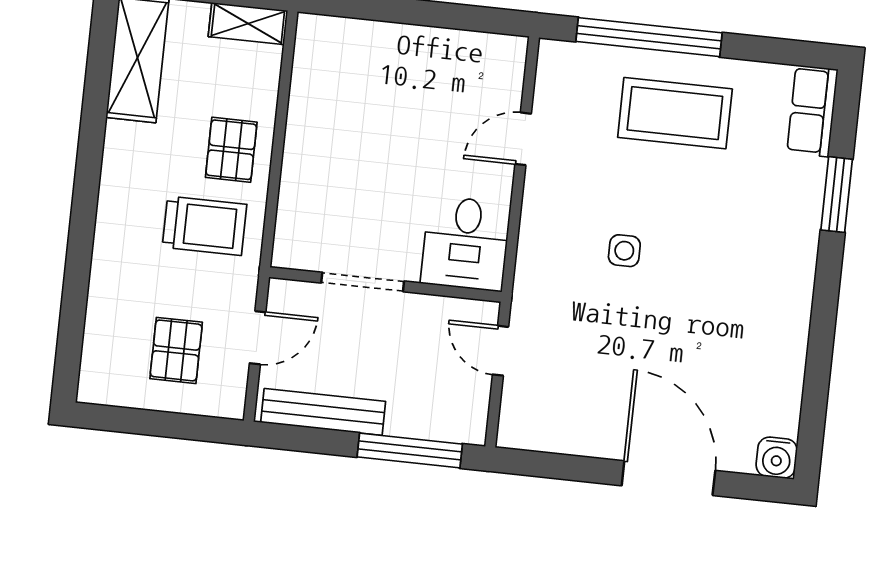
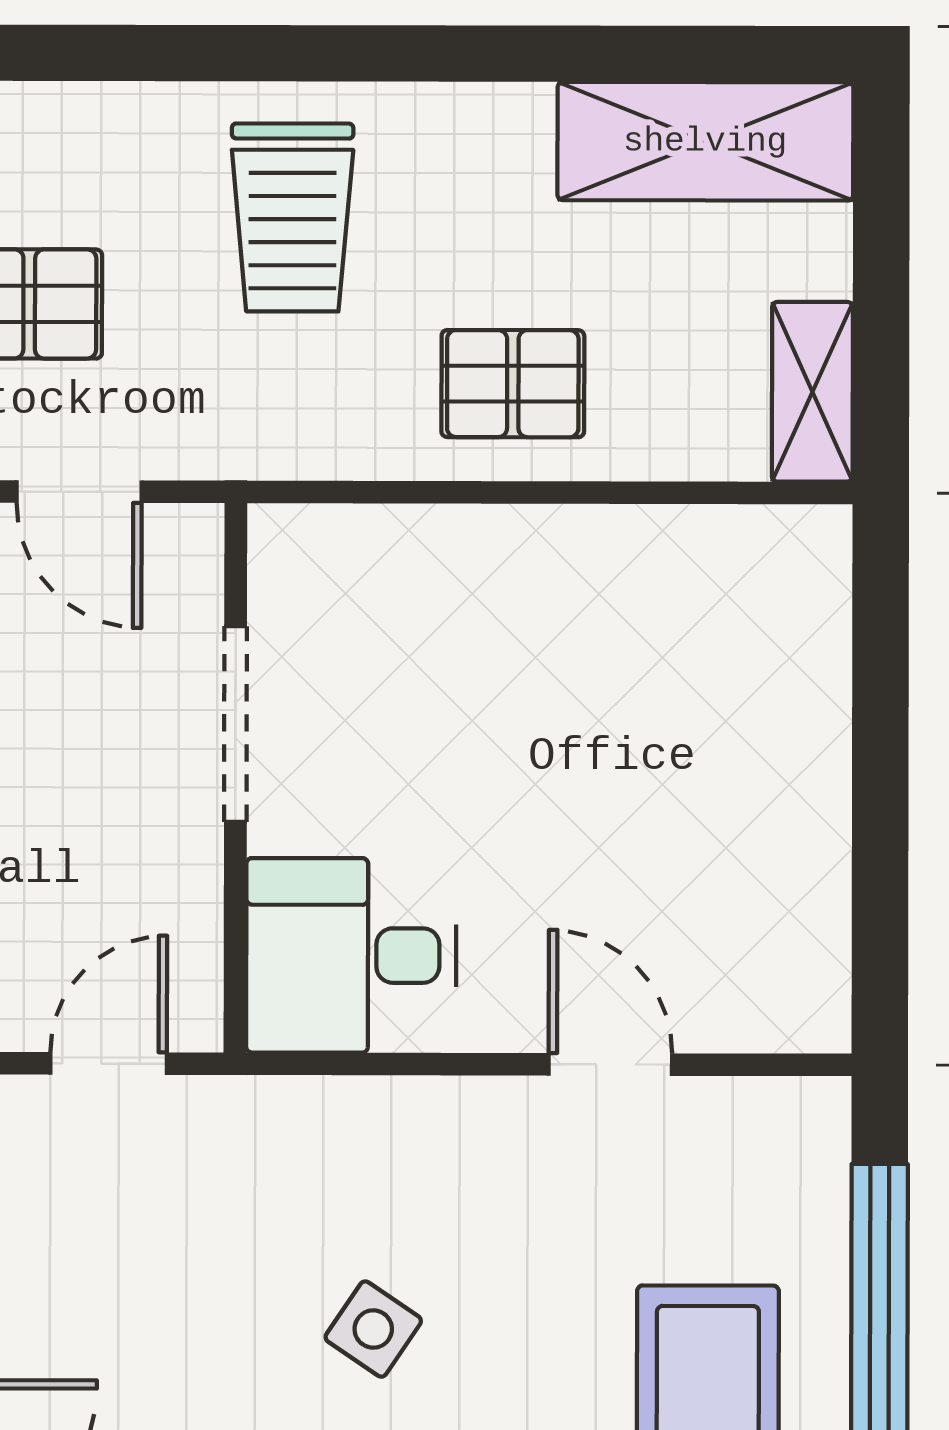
trolley: (205, 226) -> (292, 217), moved
side table: (624, 251) -> (373, 1329), turned 34

